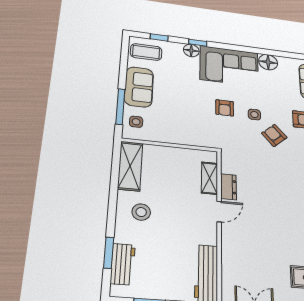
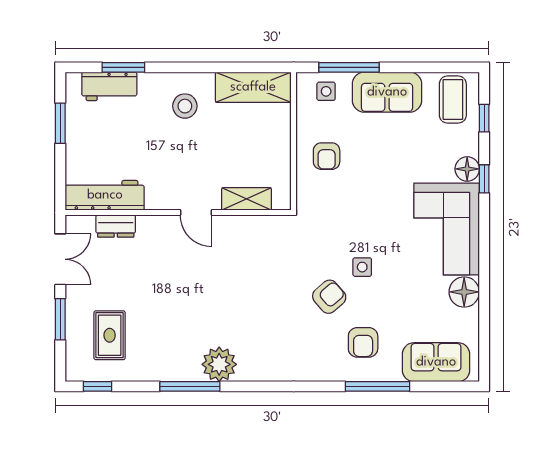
armchair: (225, 108) -> (327, 156), moved, turned -90
dresser: (228, 187) -> (116, 226), moved

